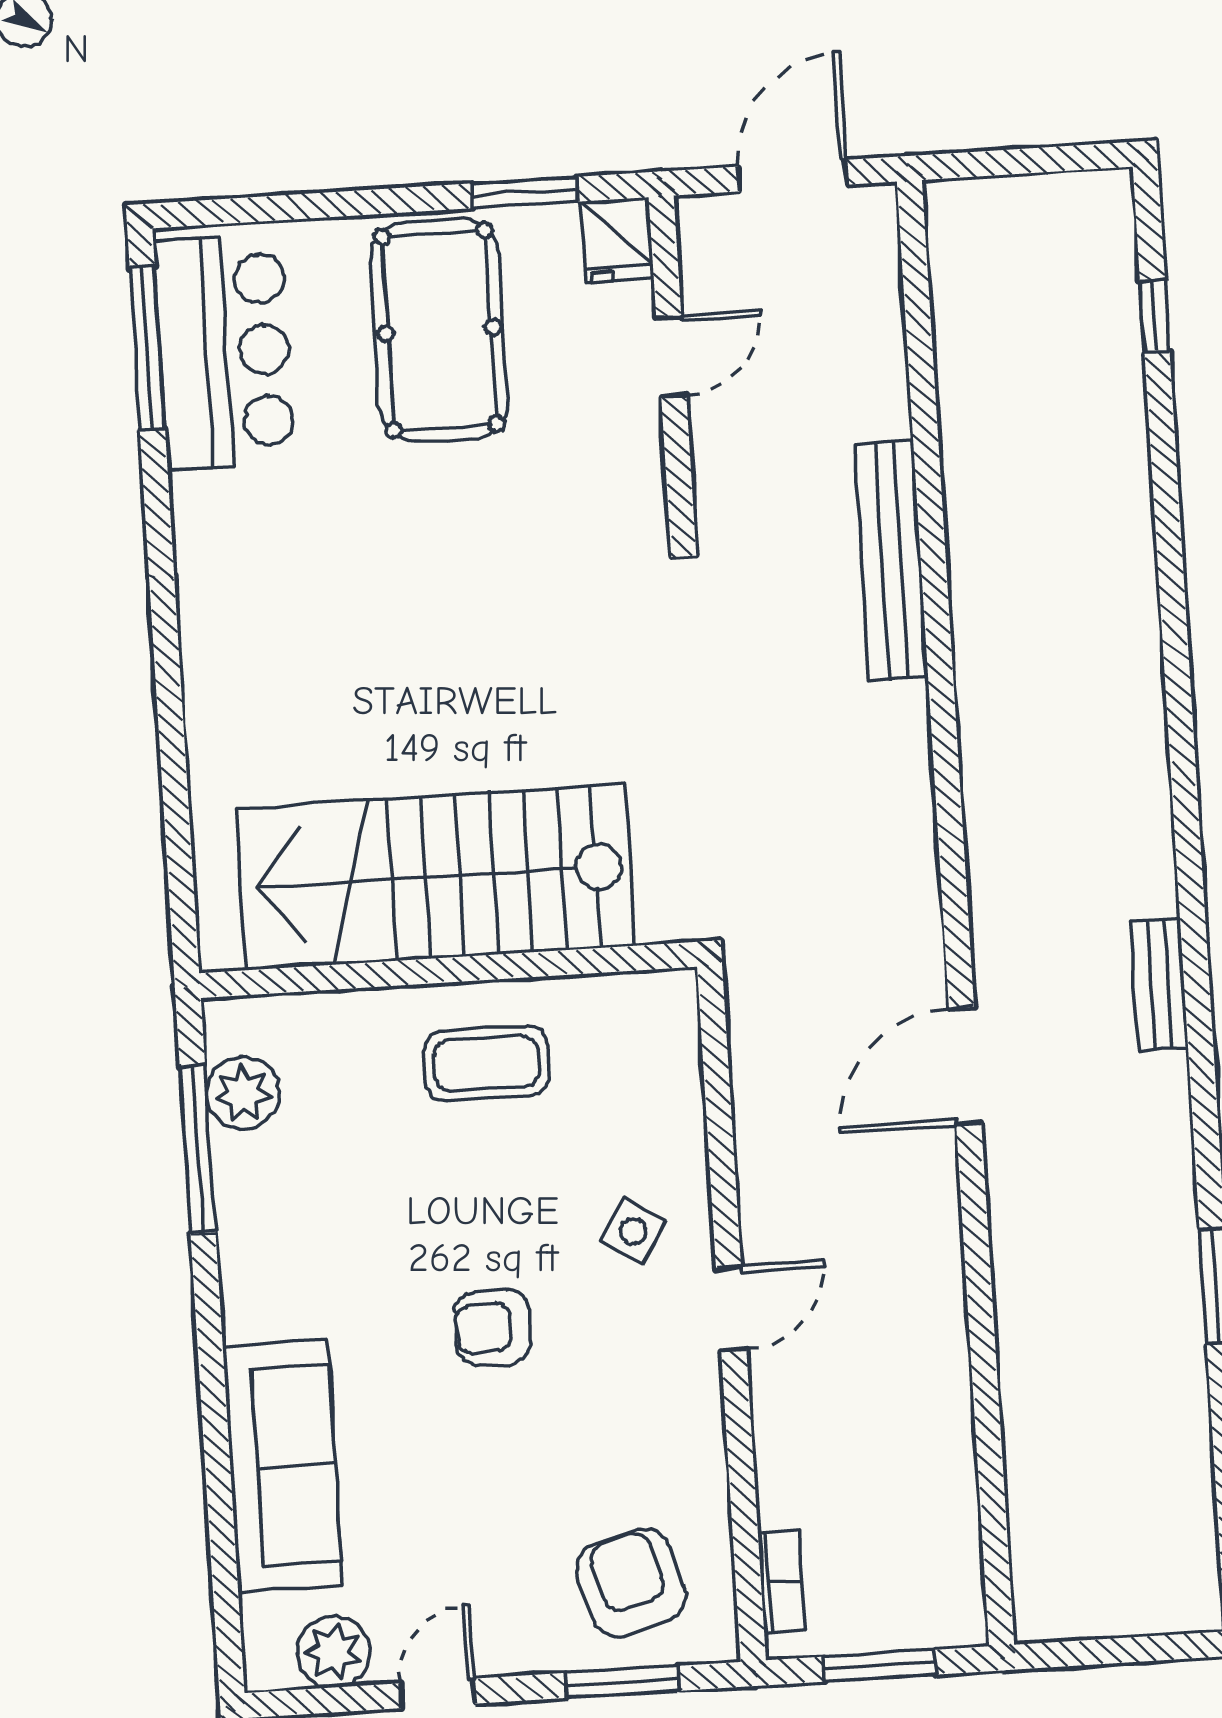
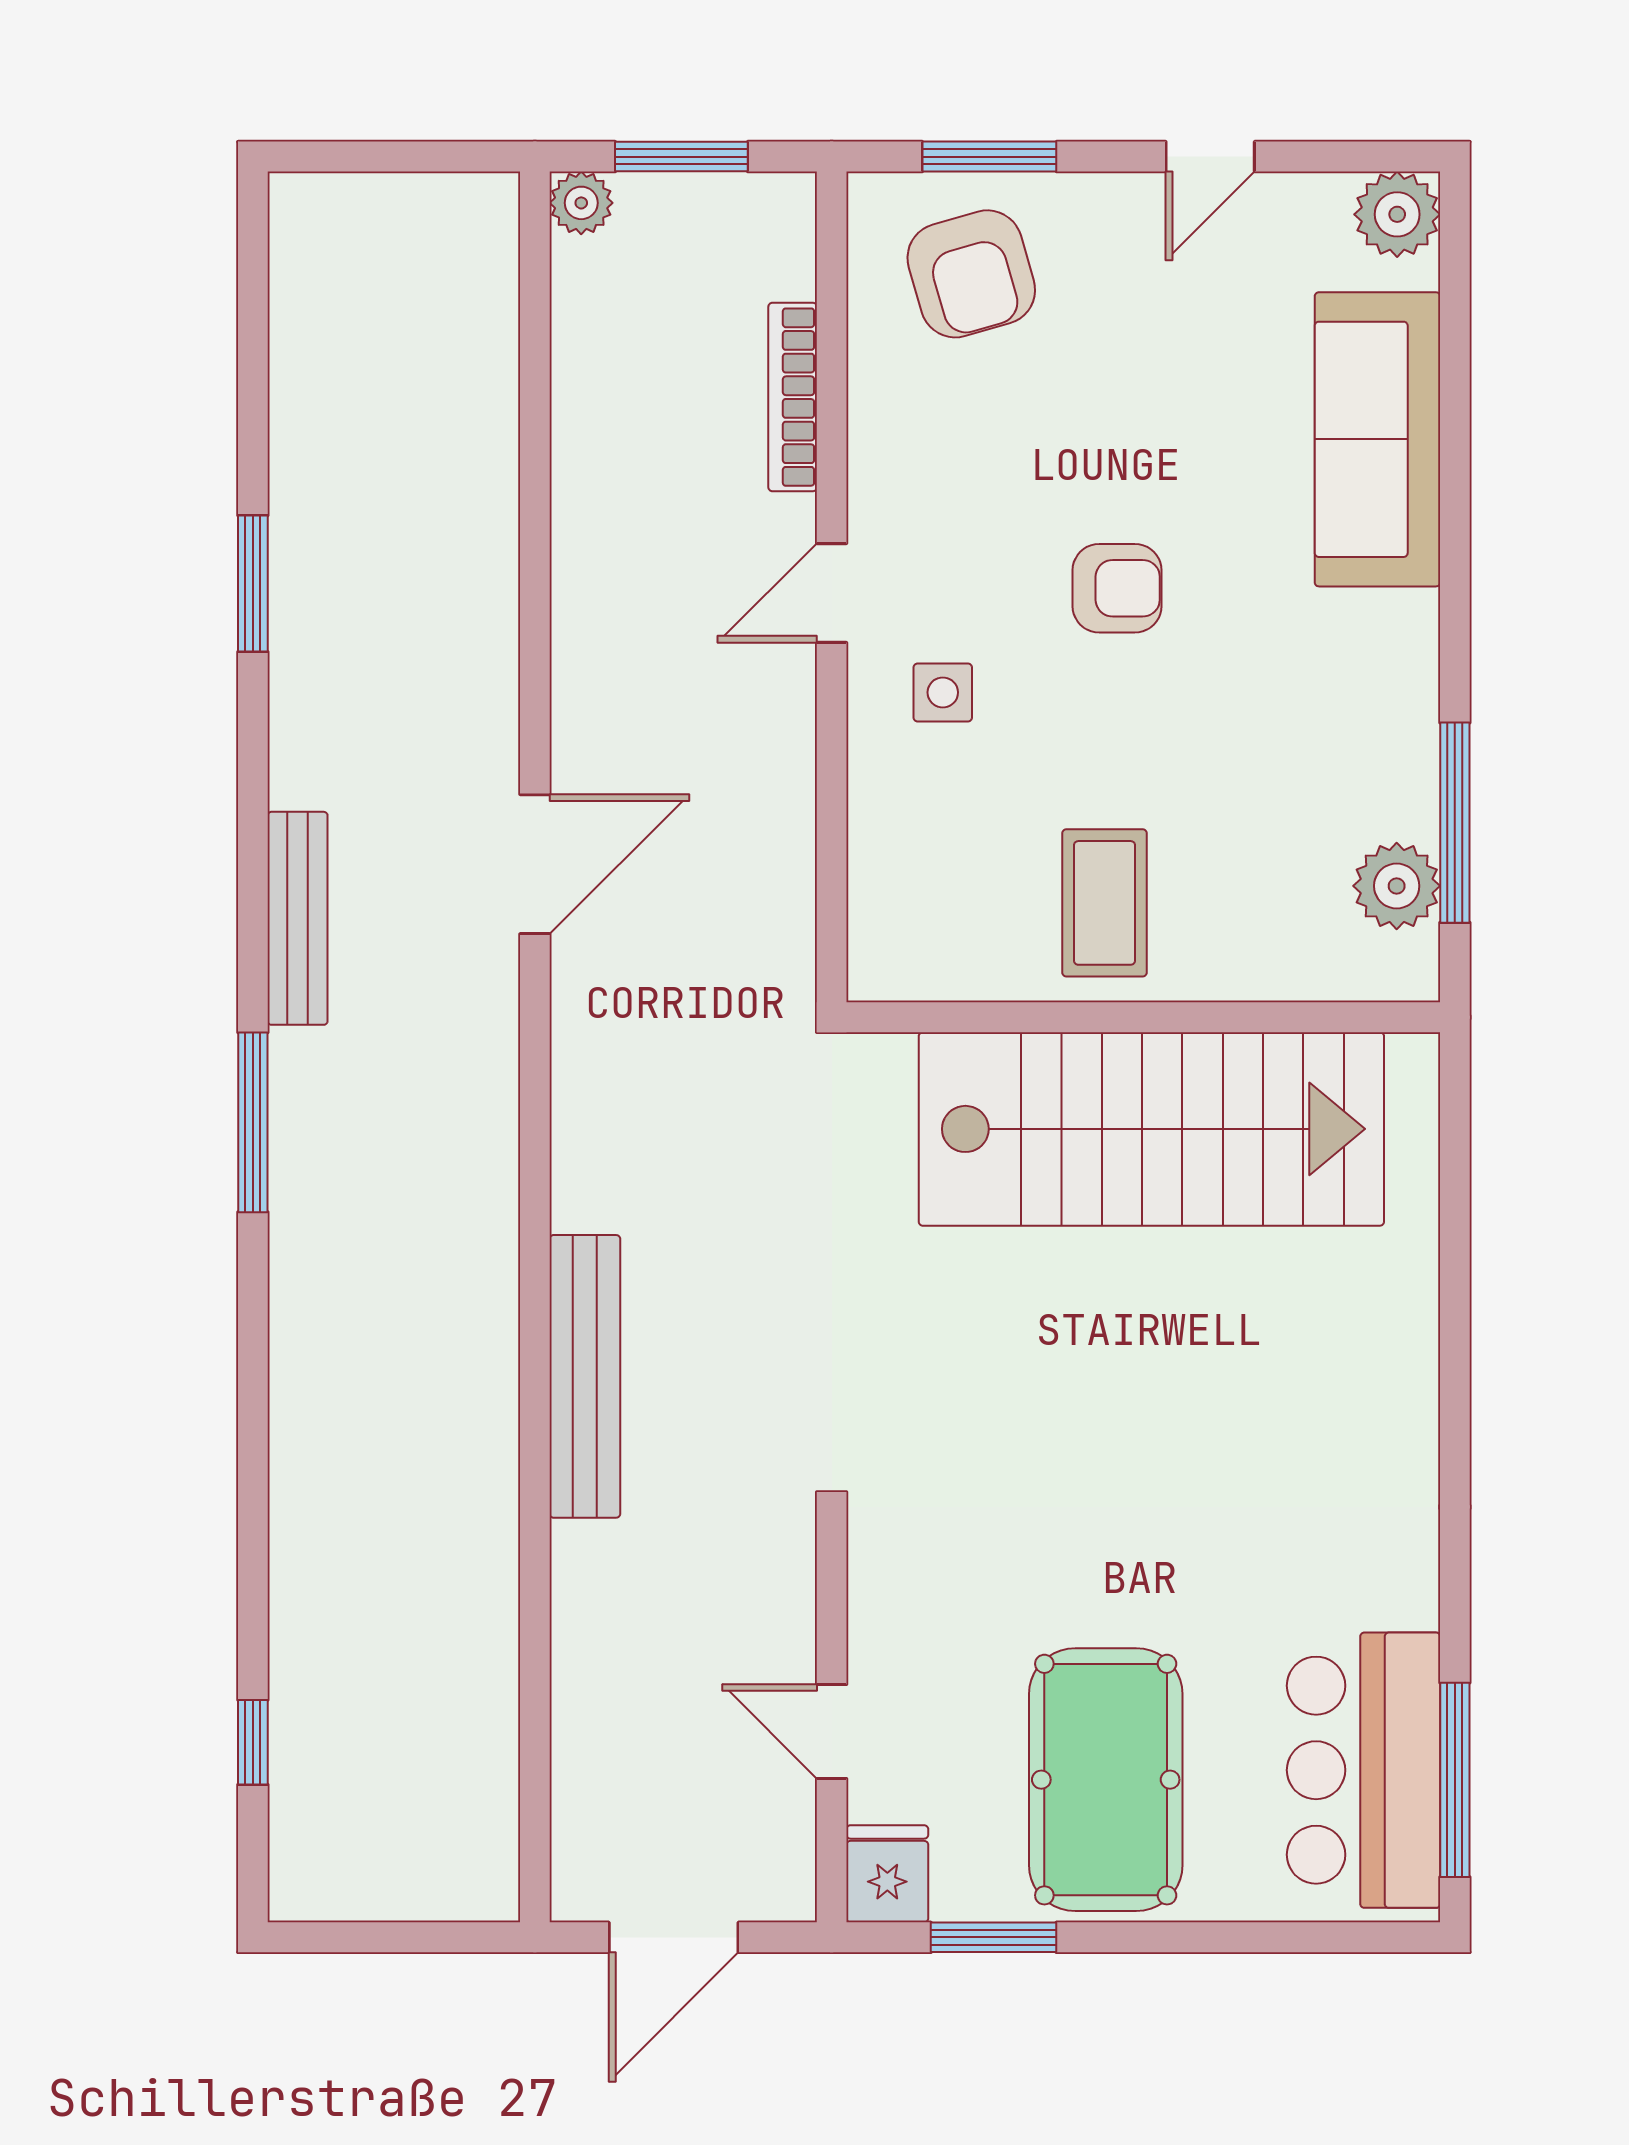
door: (671, 356) -> (832, 1732), hinge flipped
bench: (891, 560) -> (585, 1376), moved
window: (1187, 835) -> (253, 1122), added
bench: (1159, 984) -> (298, 918), width x1.36
coffee table: (487, 1064) -> (1104, 903), turned 90
side table: (633, 1231) -> (943, 692), turned -32
bookcase: (781, 1582) -> (793, 397), moved, width x1.56
plant: (961, 1622) -> (581, 203), added
plant: (333, 1652) -> (1397, 214), moved

